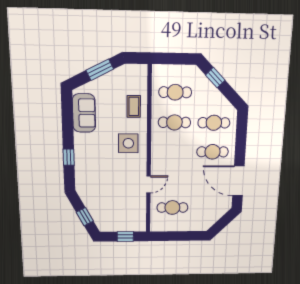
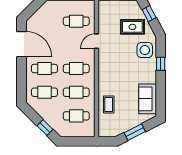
side table: (128, 143) -> (145, 50), moved
cafe table: (174, 152) -> (76, 69), added
rug: (105, 201) -> (132, 27), added

